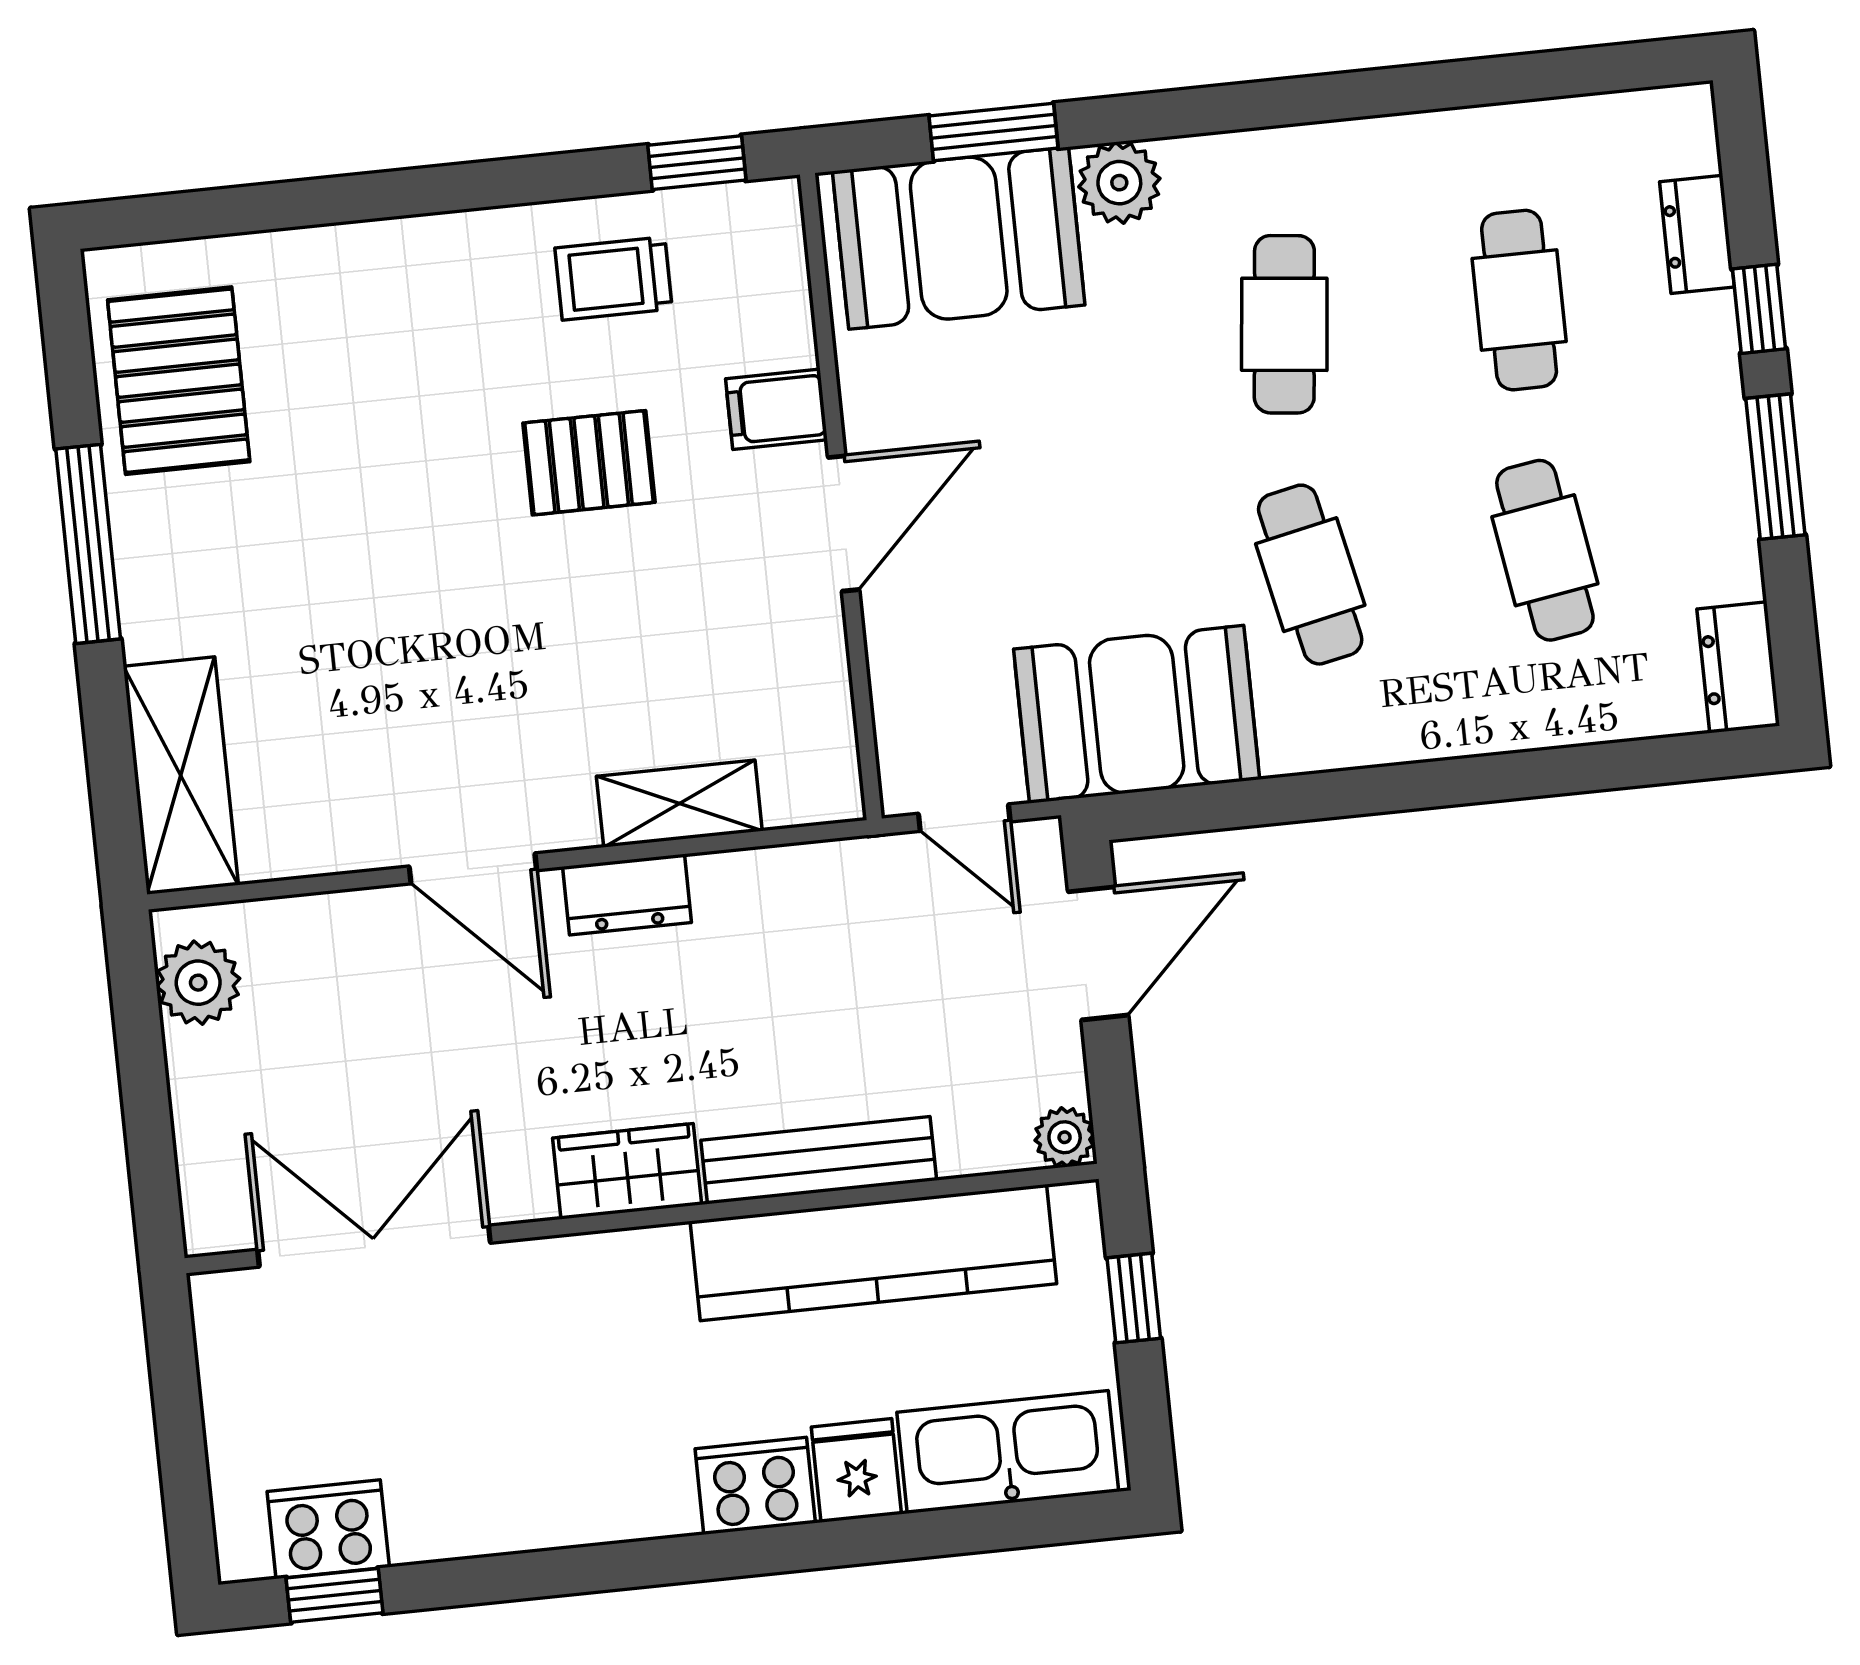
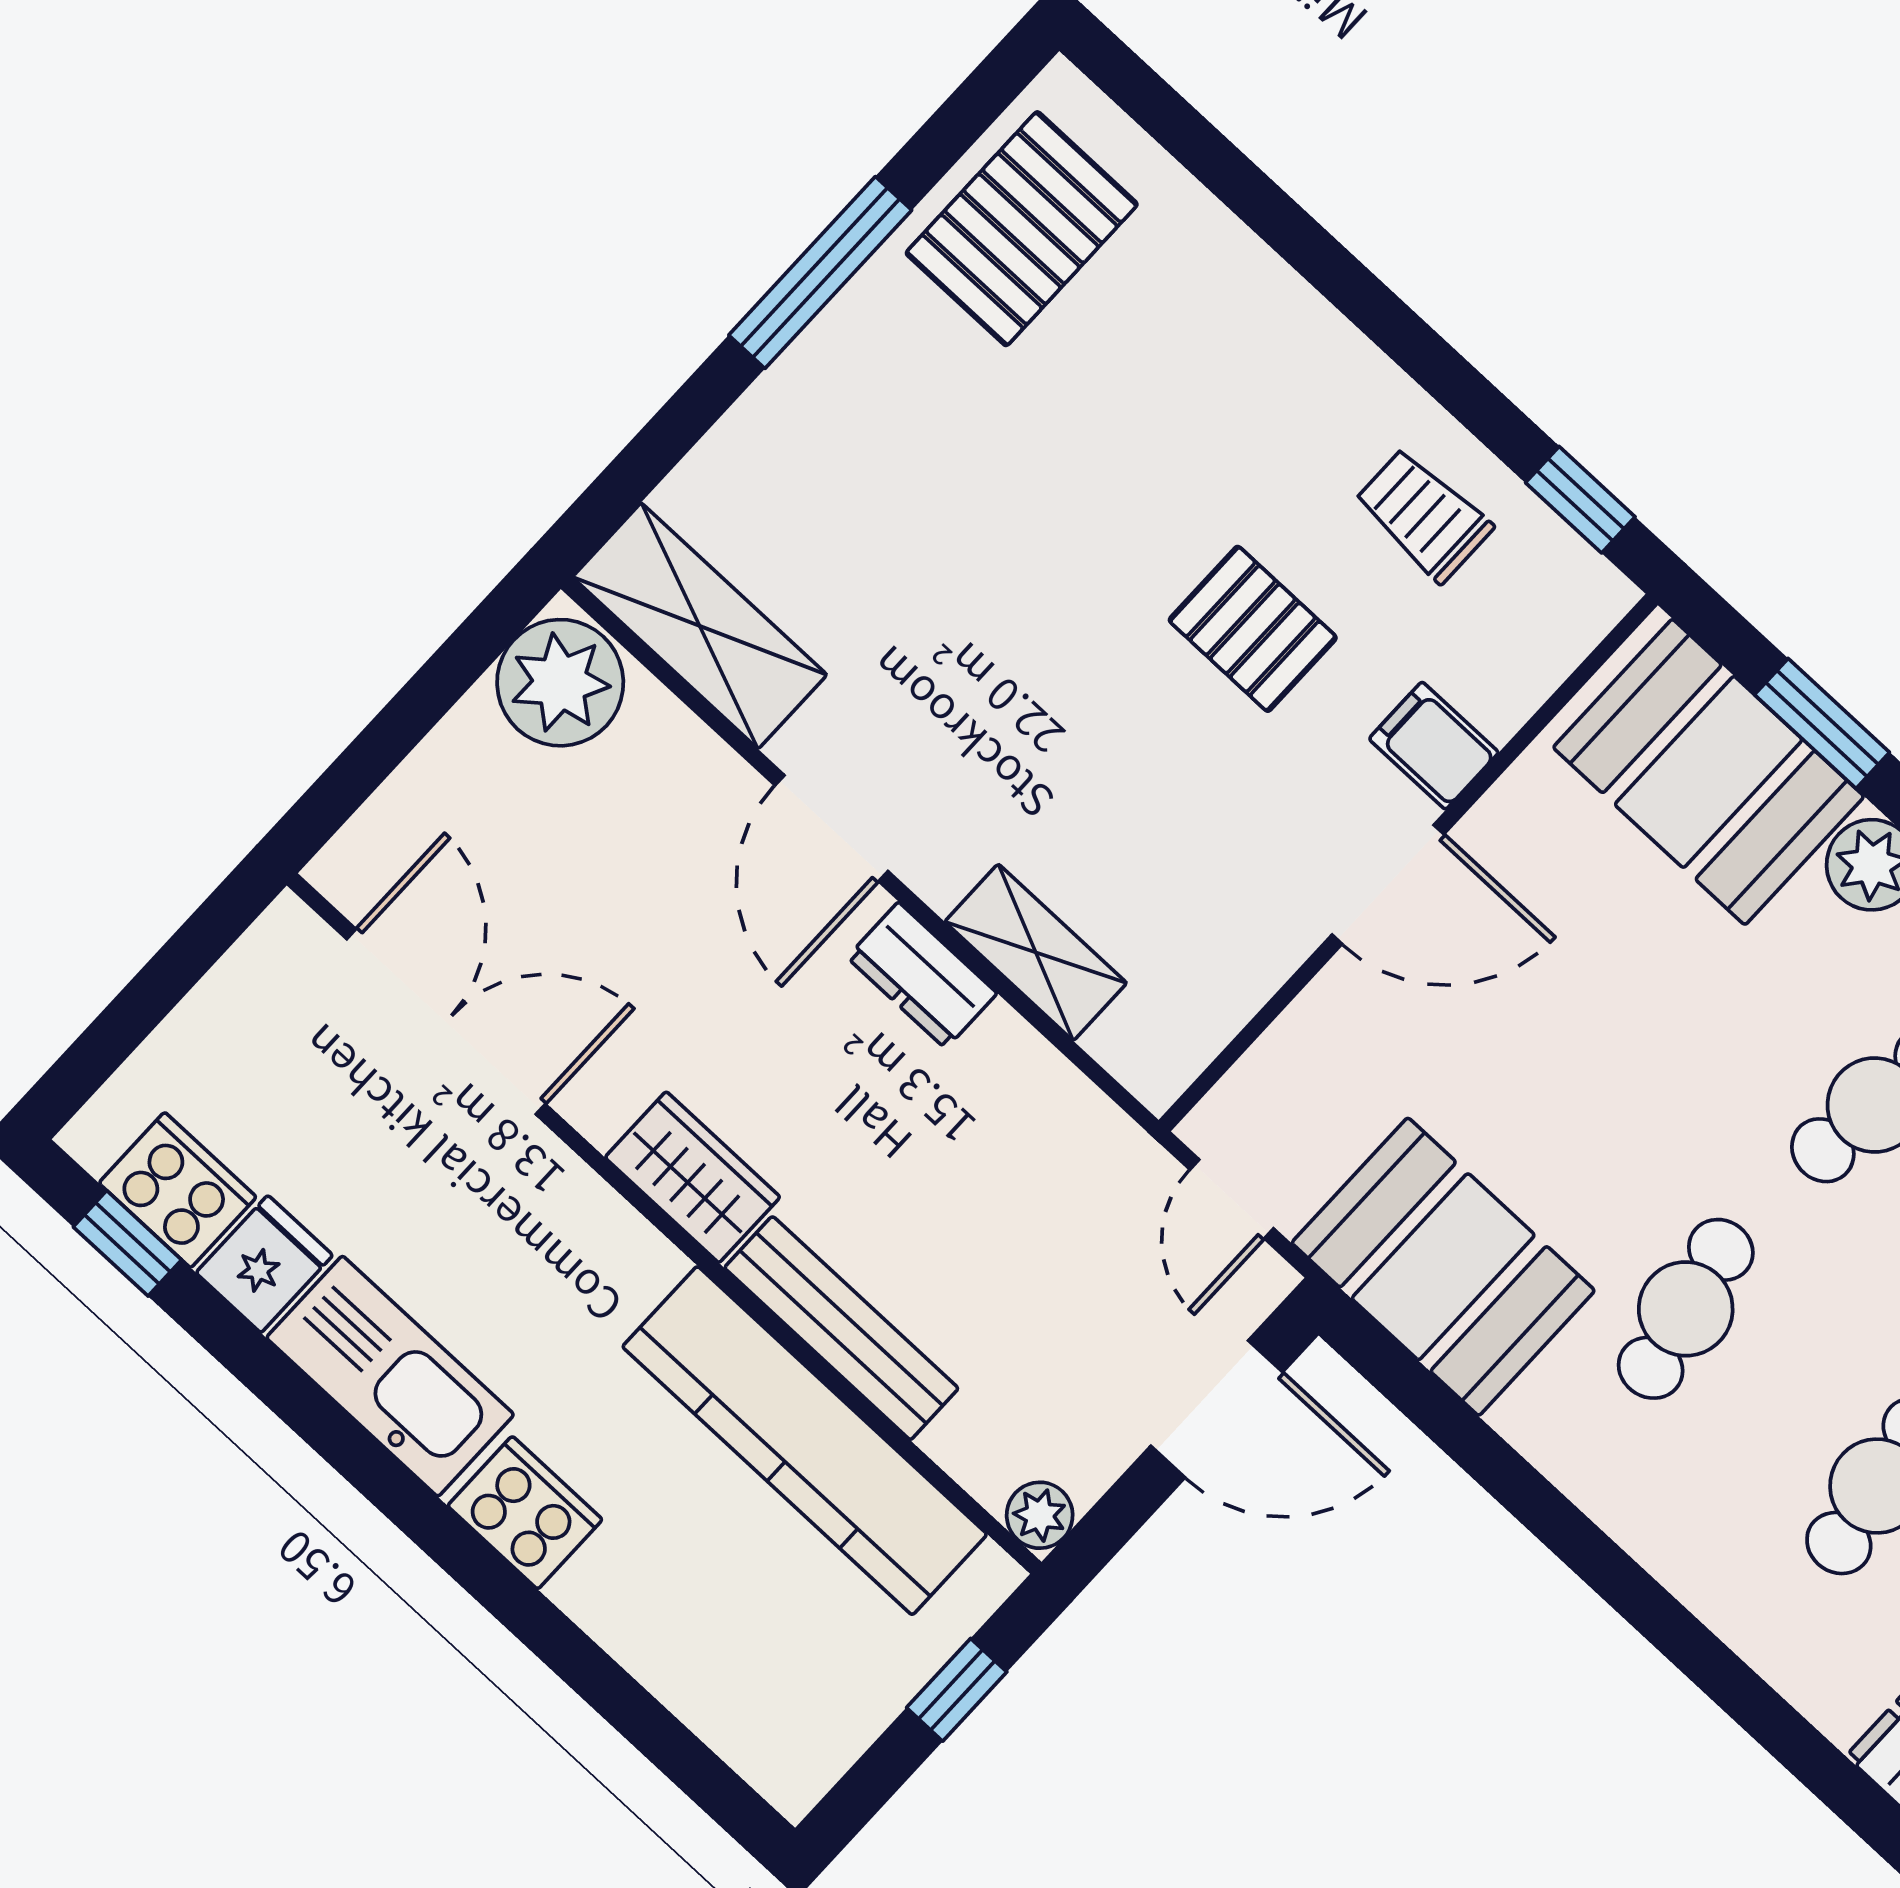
shelving: (181, 776) -> (700, 626), moved, turned 90
plant: (198, 983) -> (560, 683), width x1.36, depth x1.36
kitchen sink: (1008, 1452) -> (390, 1376), moved
fridge: (856, 1470) -> (264, 1264), moved

